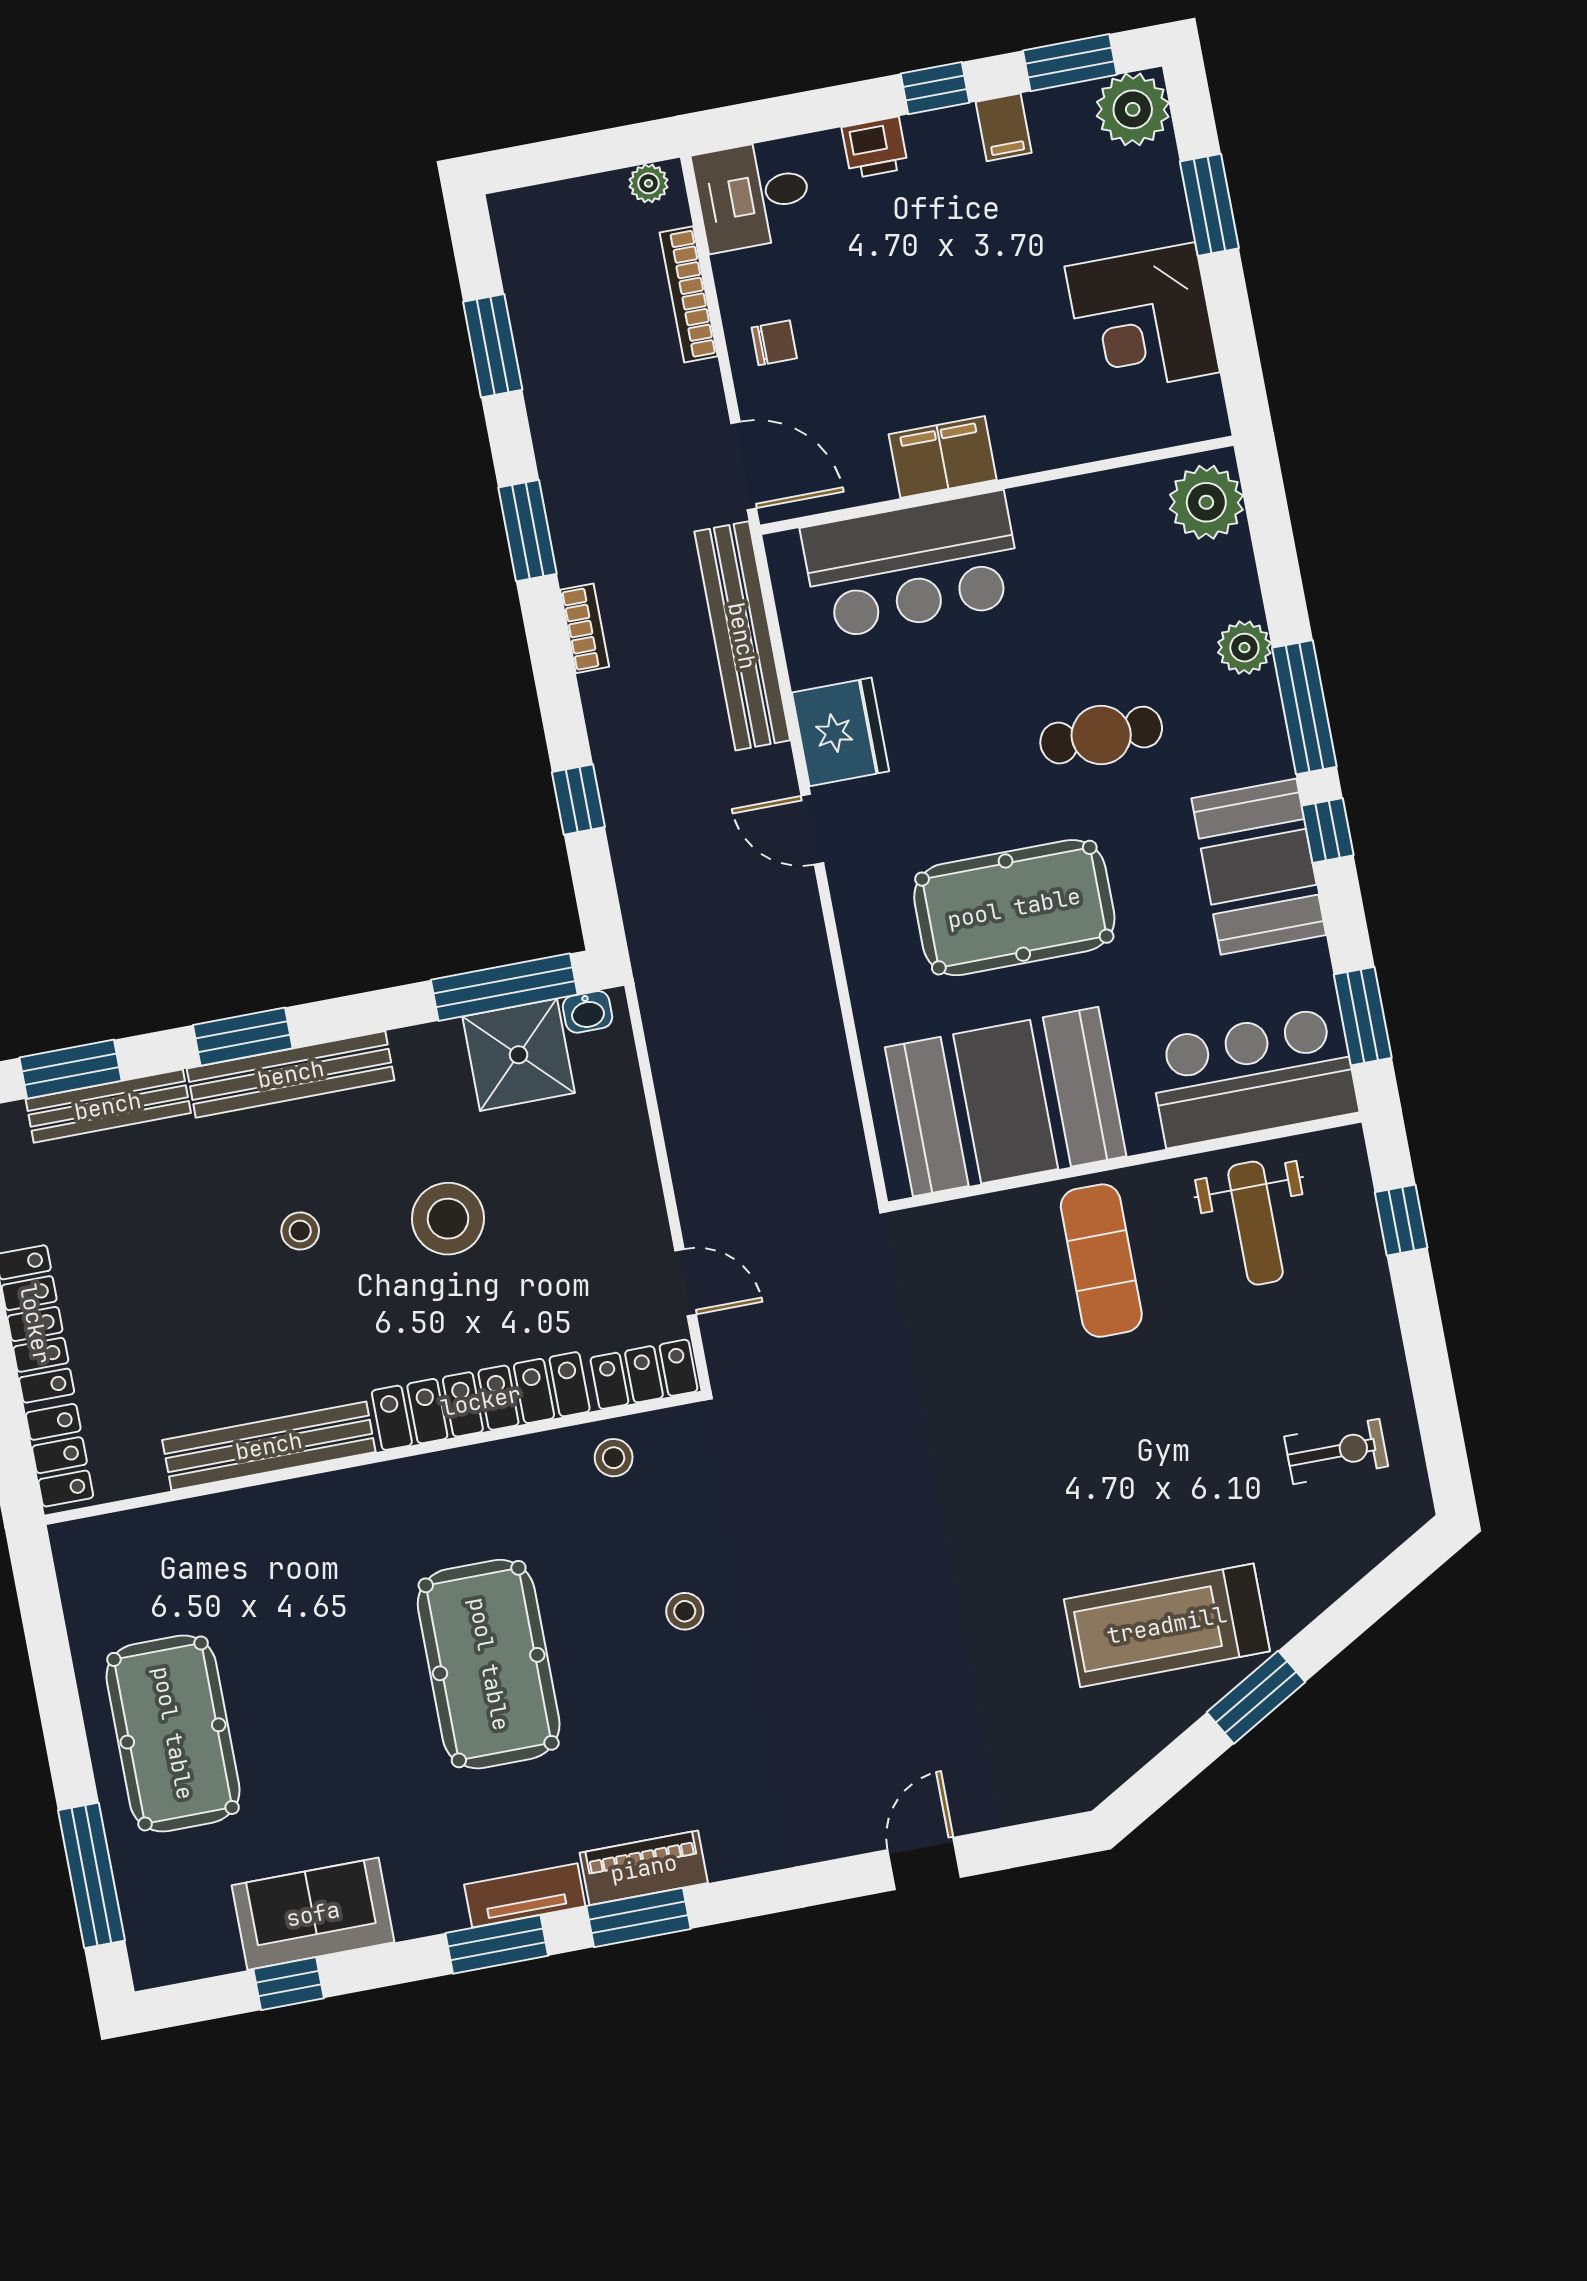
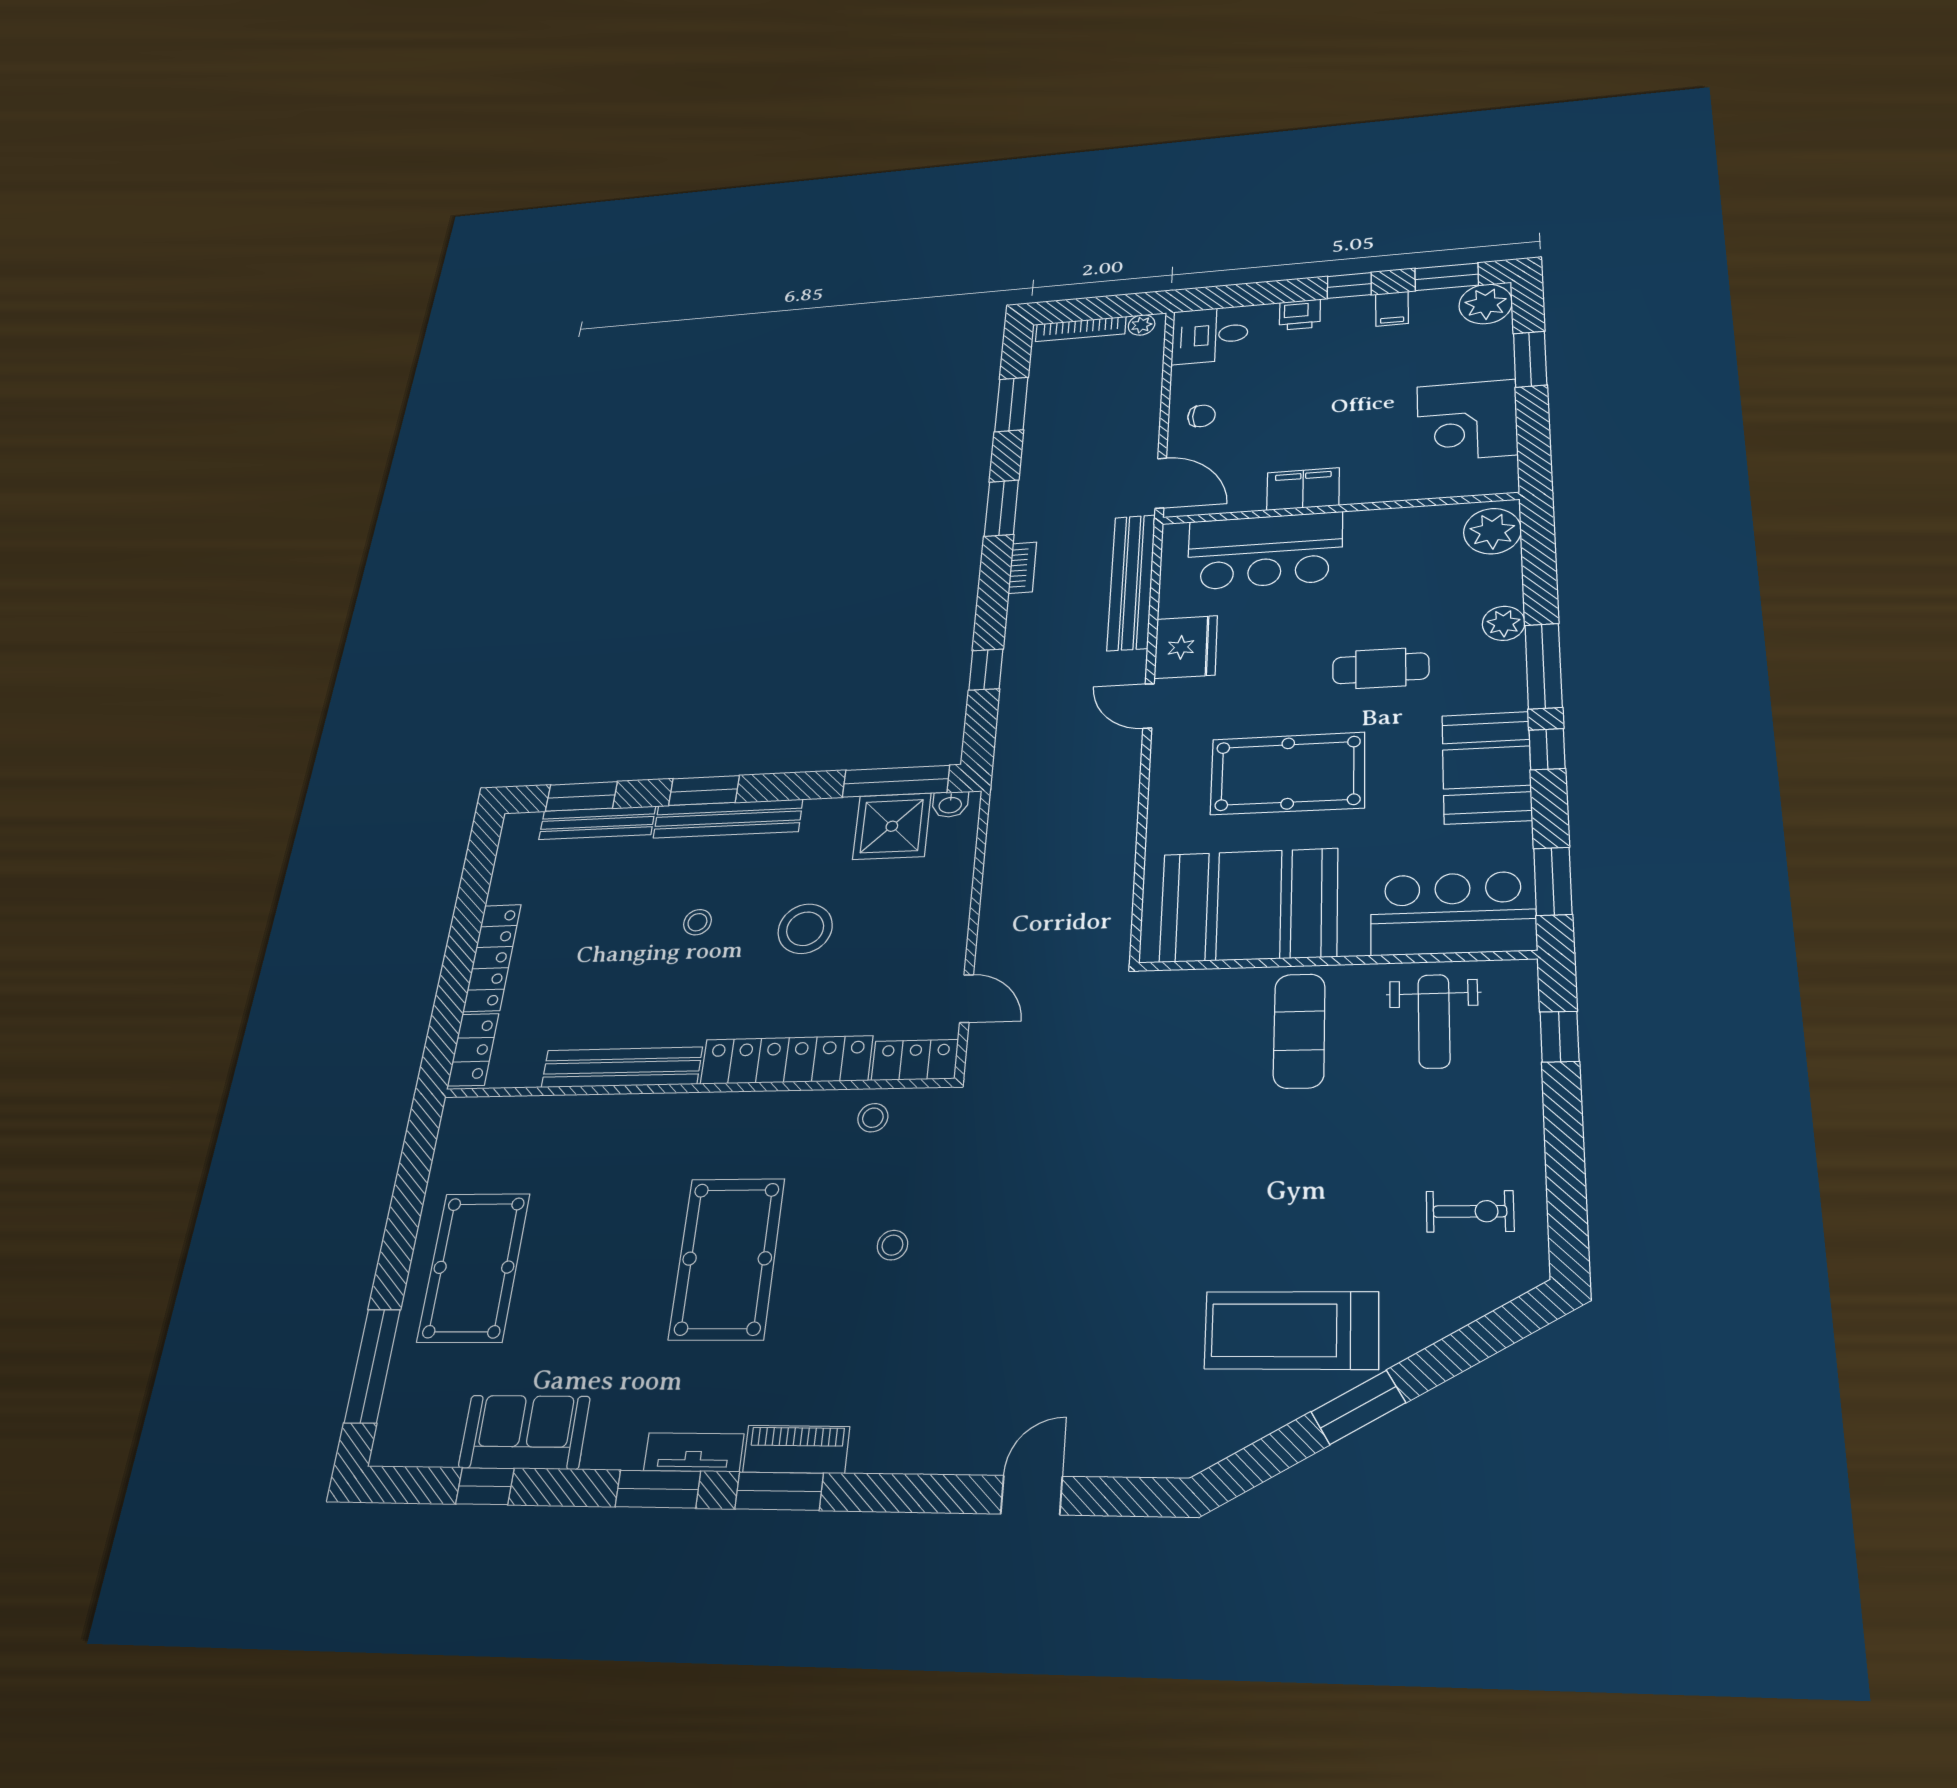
bookcase: (689, 294) -> (1081, 329), moved, turned -90

